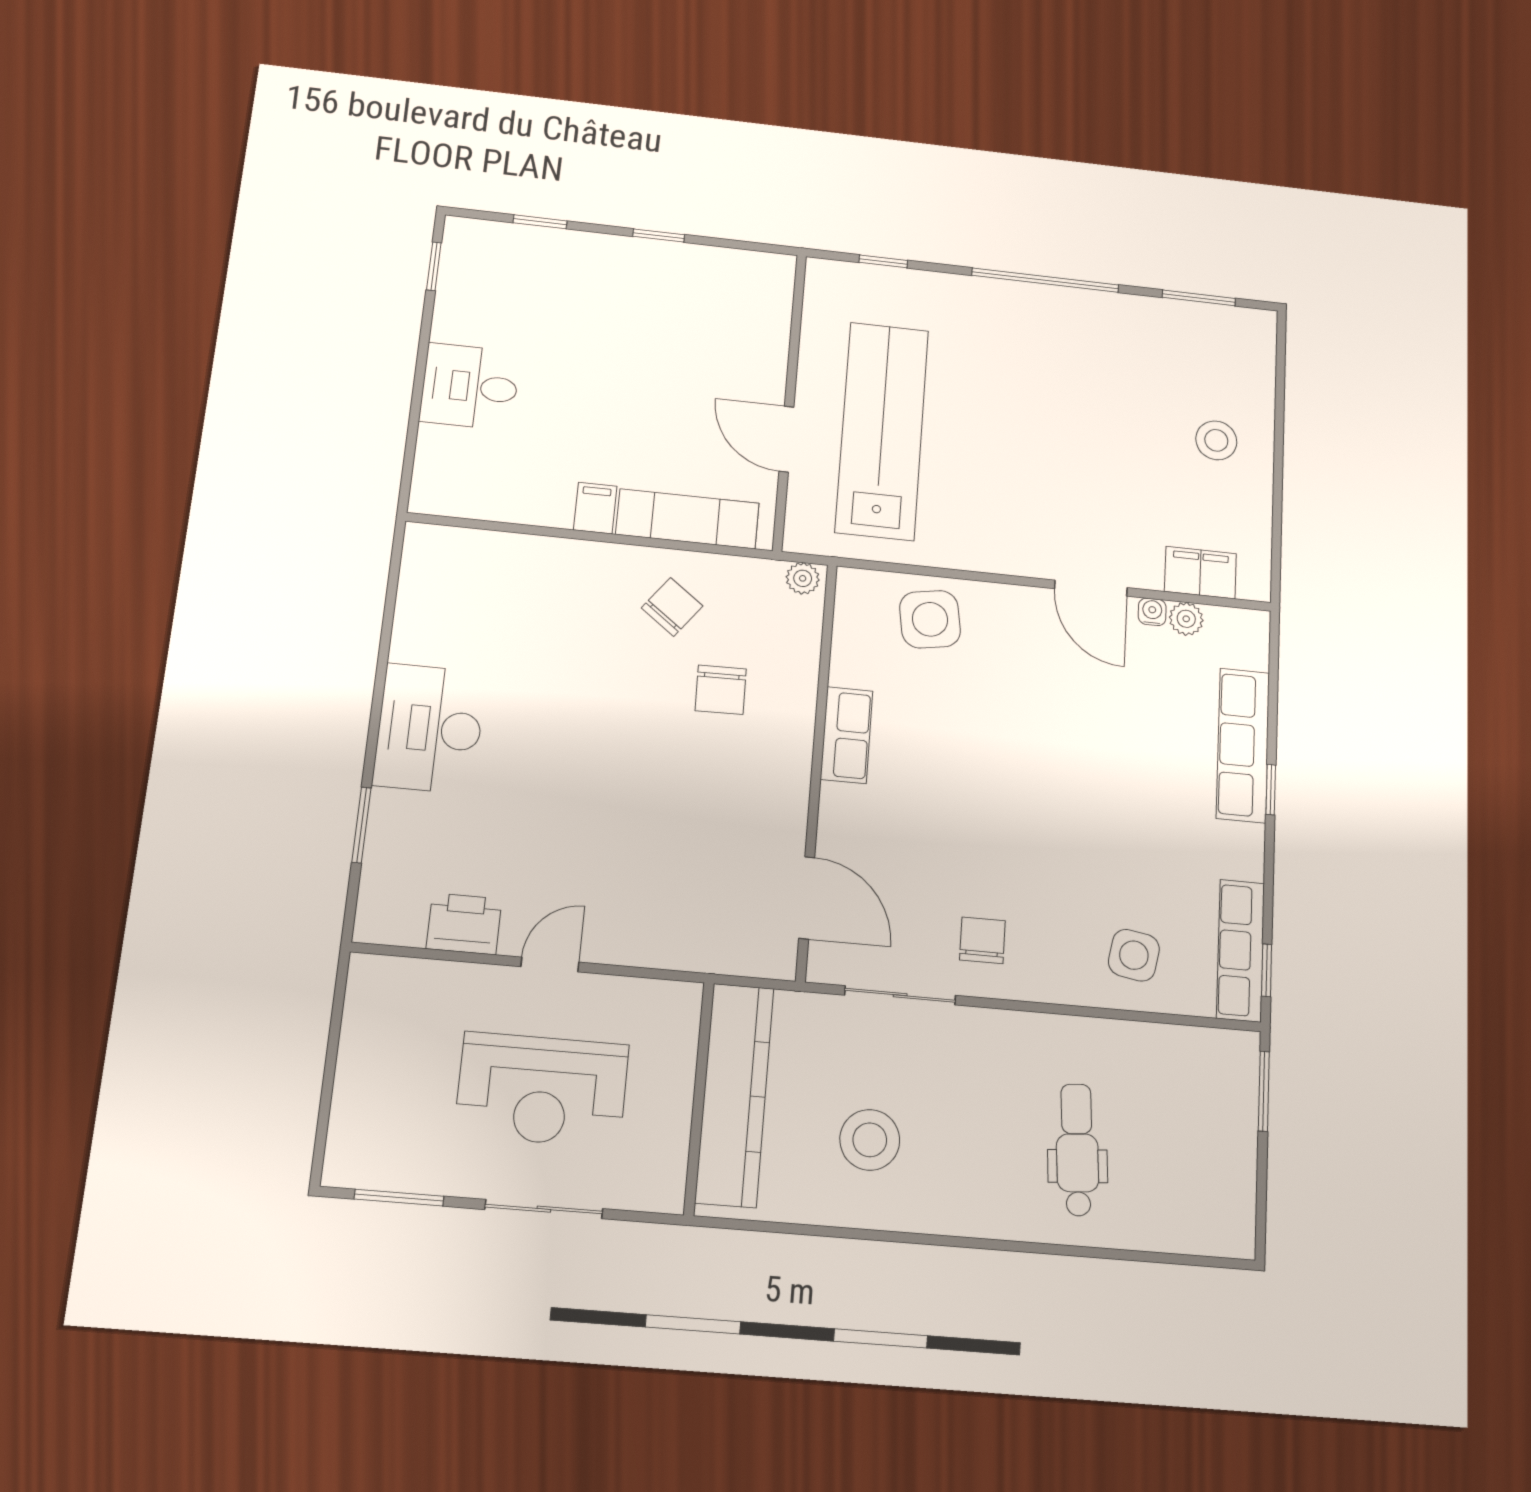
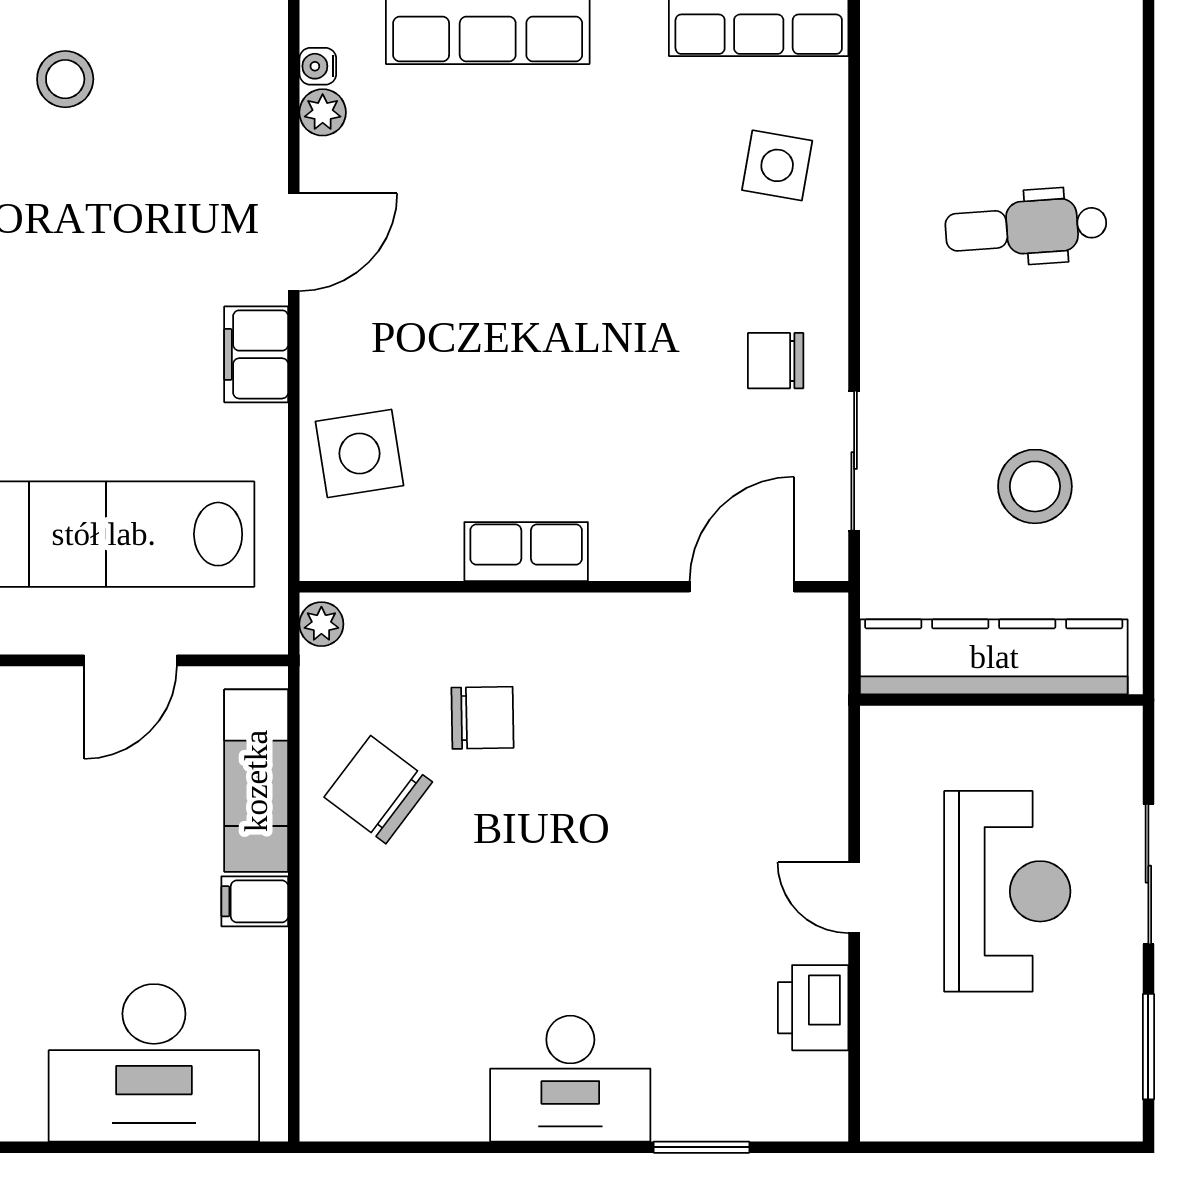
desk: (470, 387) -> (154, 1063), width x1.87, depth x1.30
filing cabinet: (1200, 573) -> (256, 354), moved
chair: (672, 607) -> (378, 790), width x1.37, depth x1.37
water cooler: (1152, 612) -> (318, 66), moved

